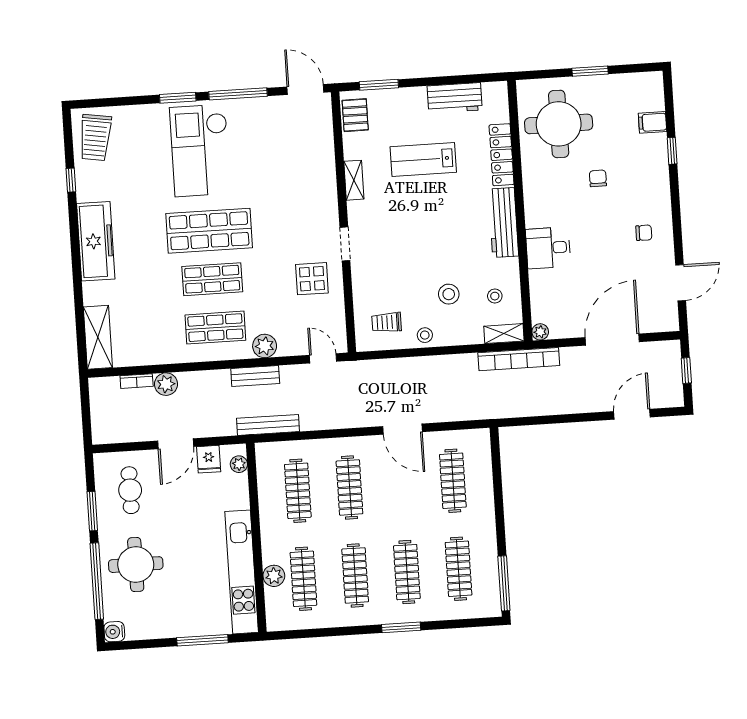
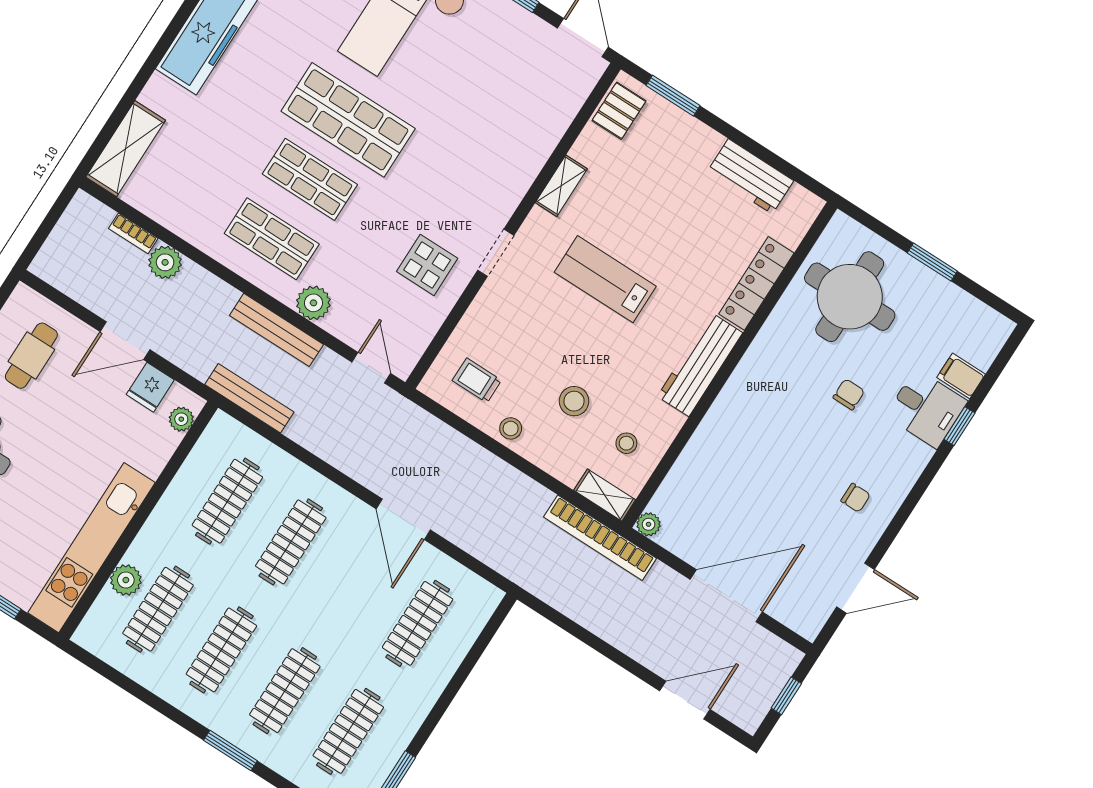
lab bench: (423, 159) -> (605, 279), moved
desk: (548, 248) -> (926, 408), moved, turned 180
bench: (255, 376) -> (277, 330), width x1.36

